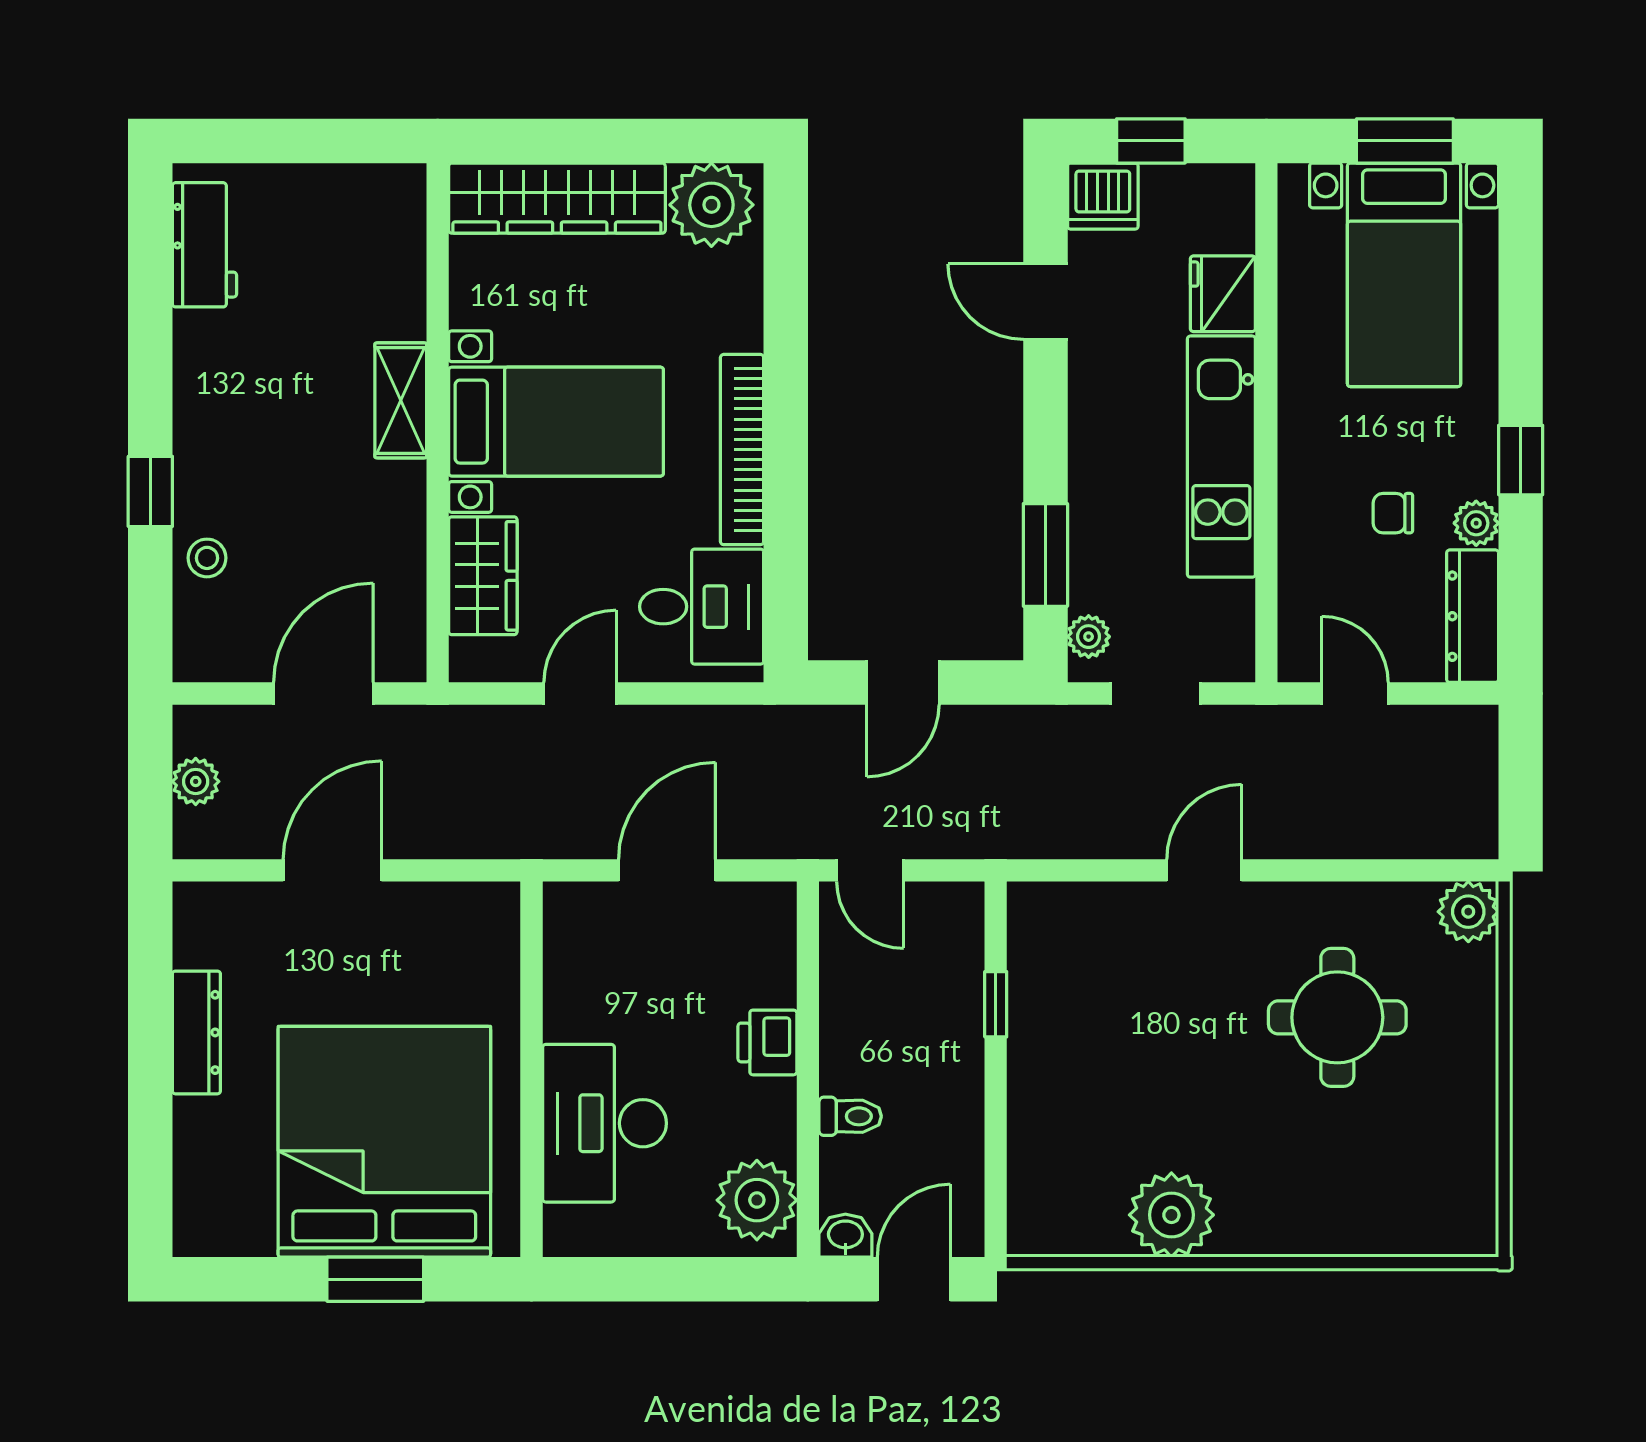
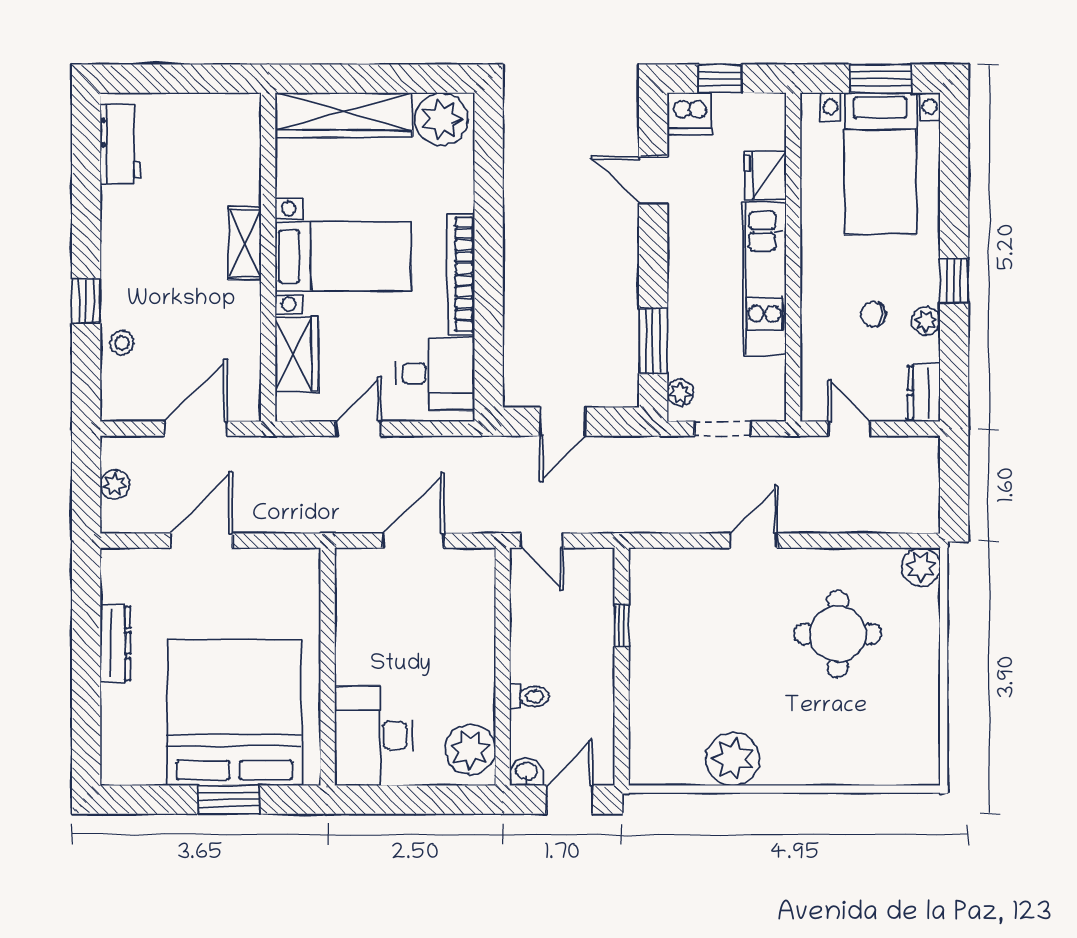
dresser: (1473, 616) -> (924, 392), width x0.70
printer: (767, 1042) -> (477, 650), removed
desk: (605, 1123) -> (374, 736), moved

